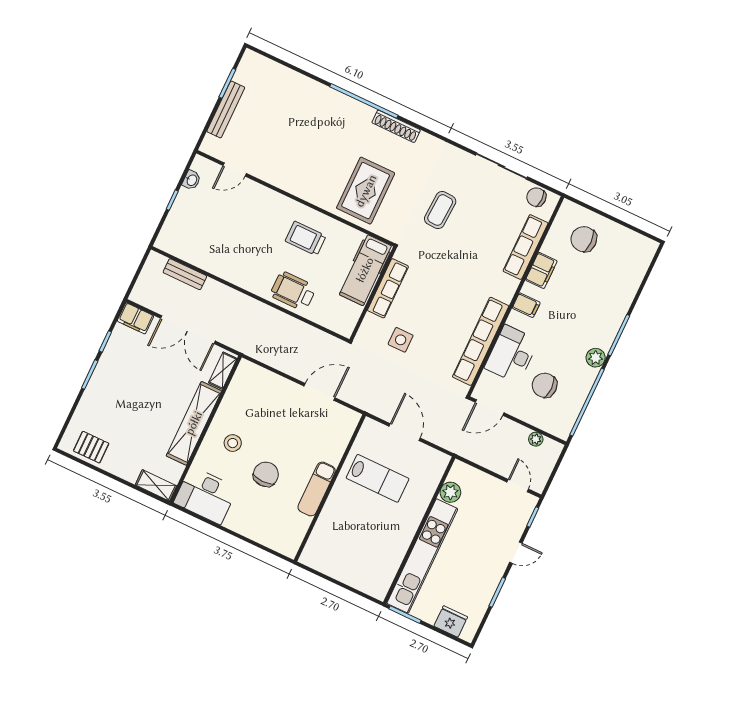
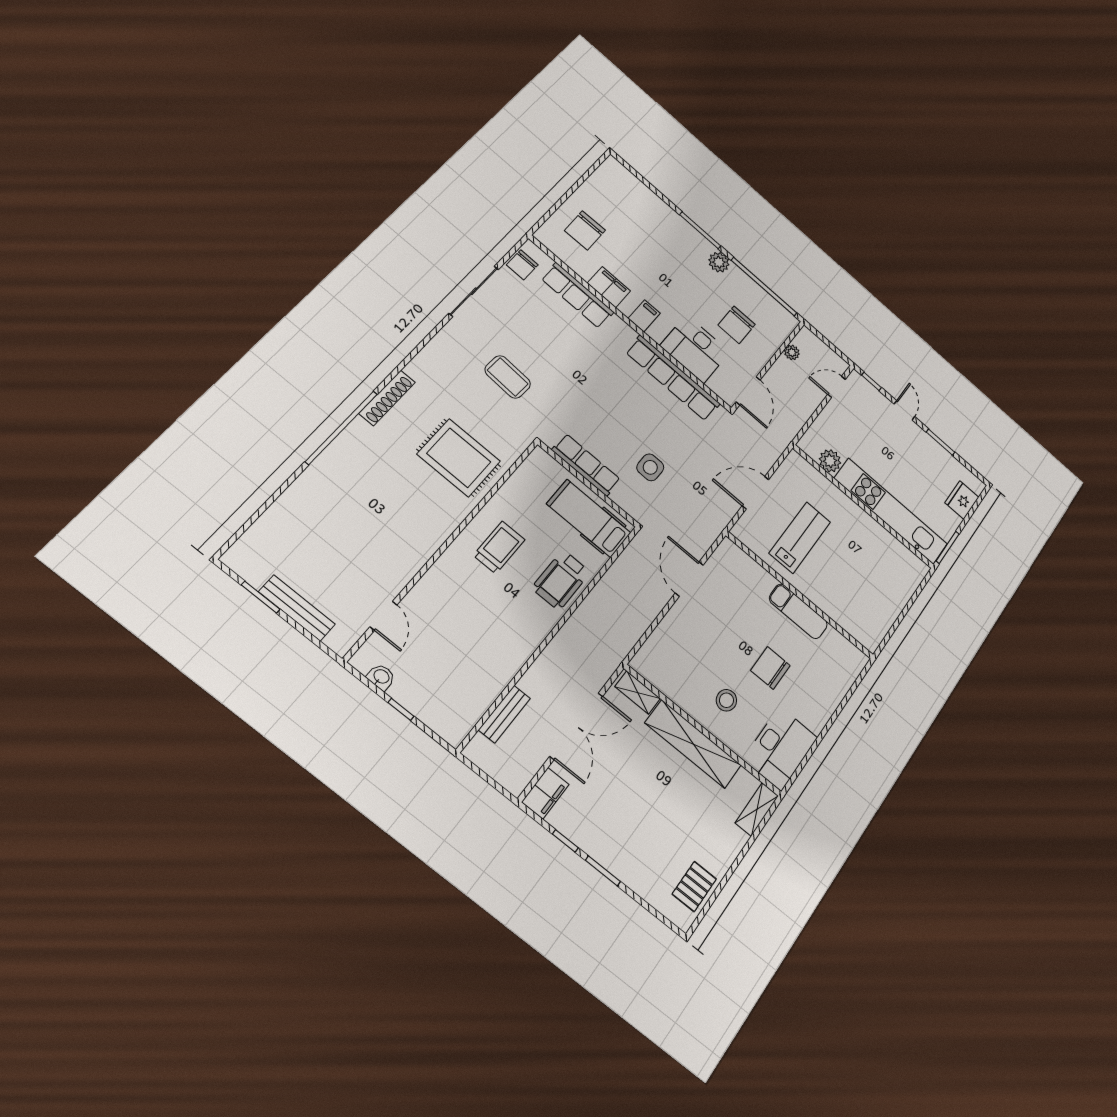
trolley: (306, 238) -> (499, 547), turned 180
hospital bed: (365, 270) -> (589, 518), moved, turned 180

